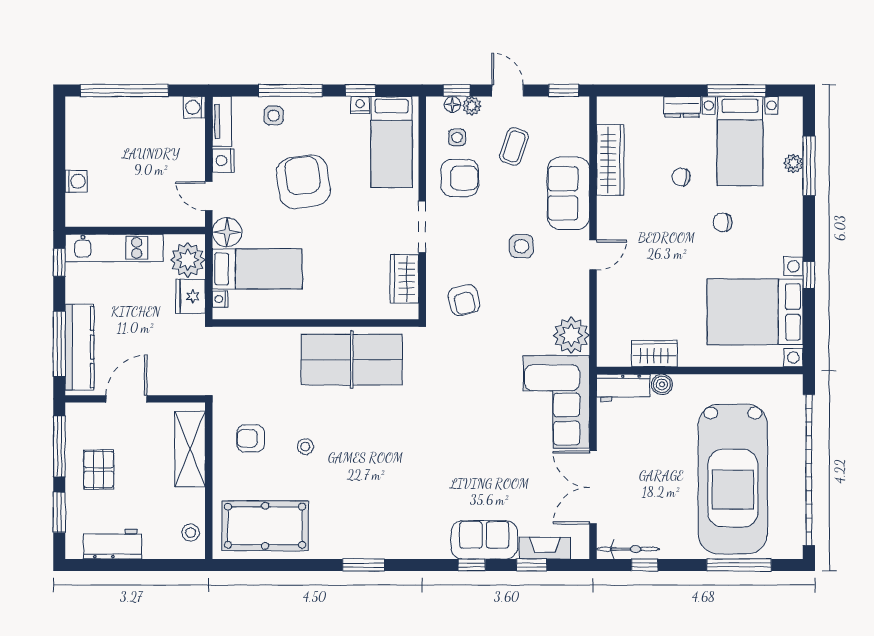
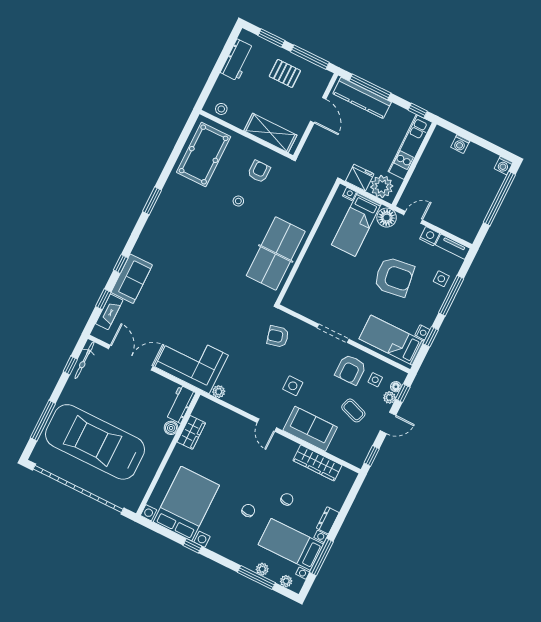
washing machine: (194, 107) -> (504, 165), moved, turned 180
plant: (794, 123) -> (286, 581), added
wardrobe: (404, 279) -> (308, 308), removed
plant: (571, 335) -> (219, 392), width x0.53, depth x0.53

